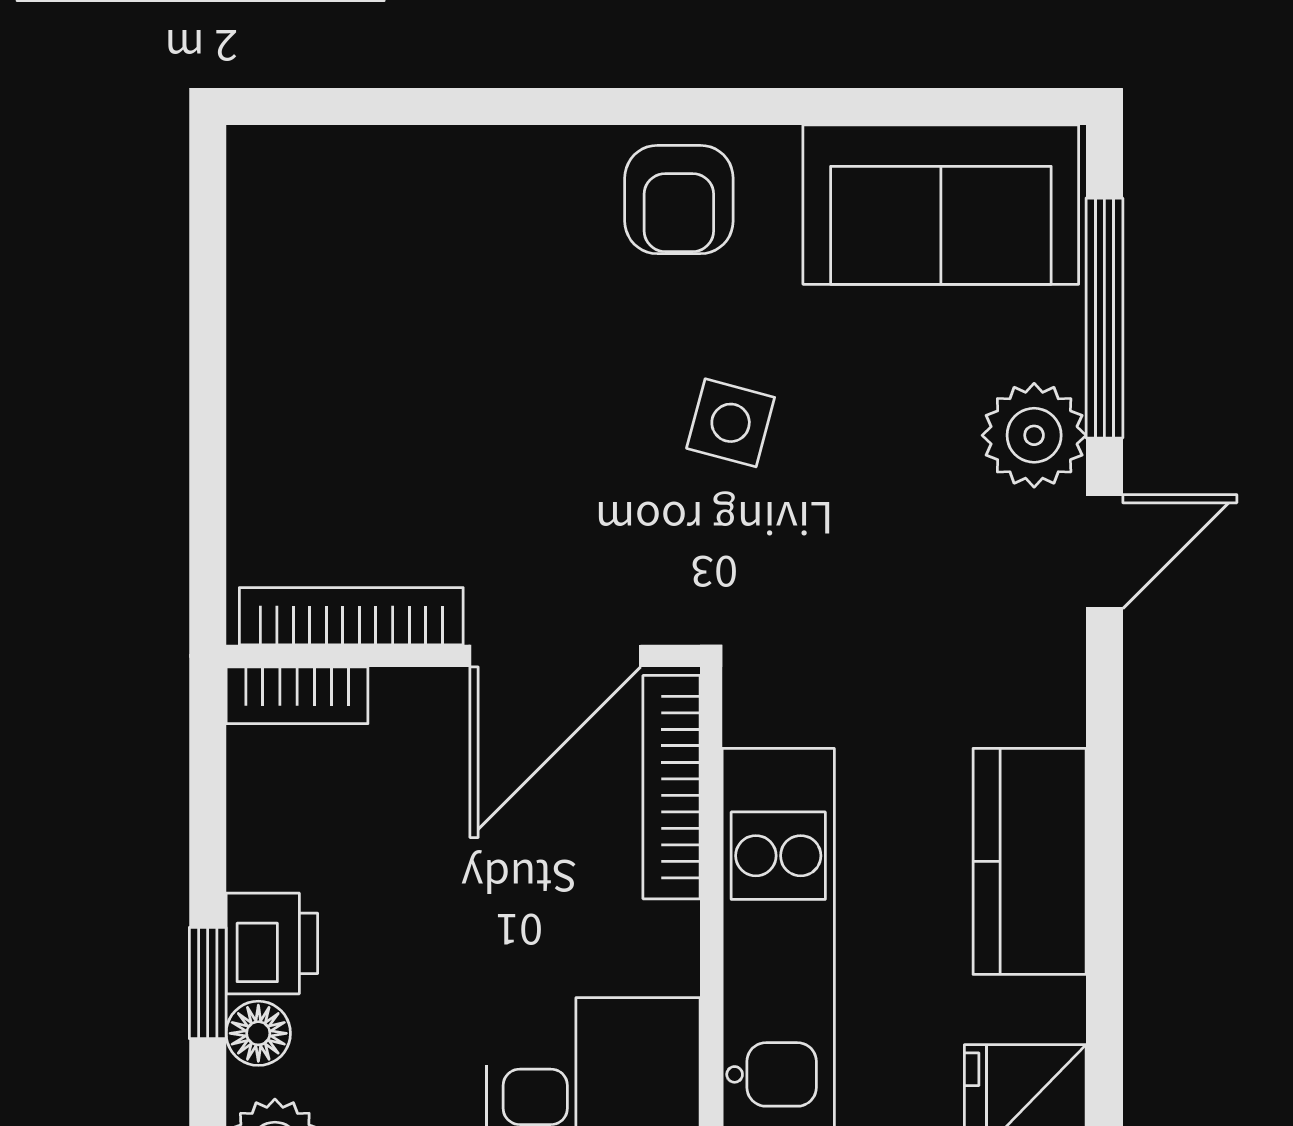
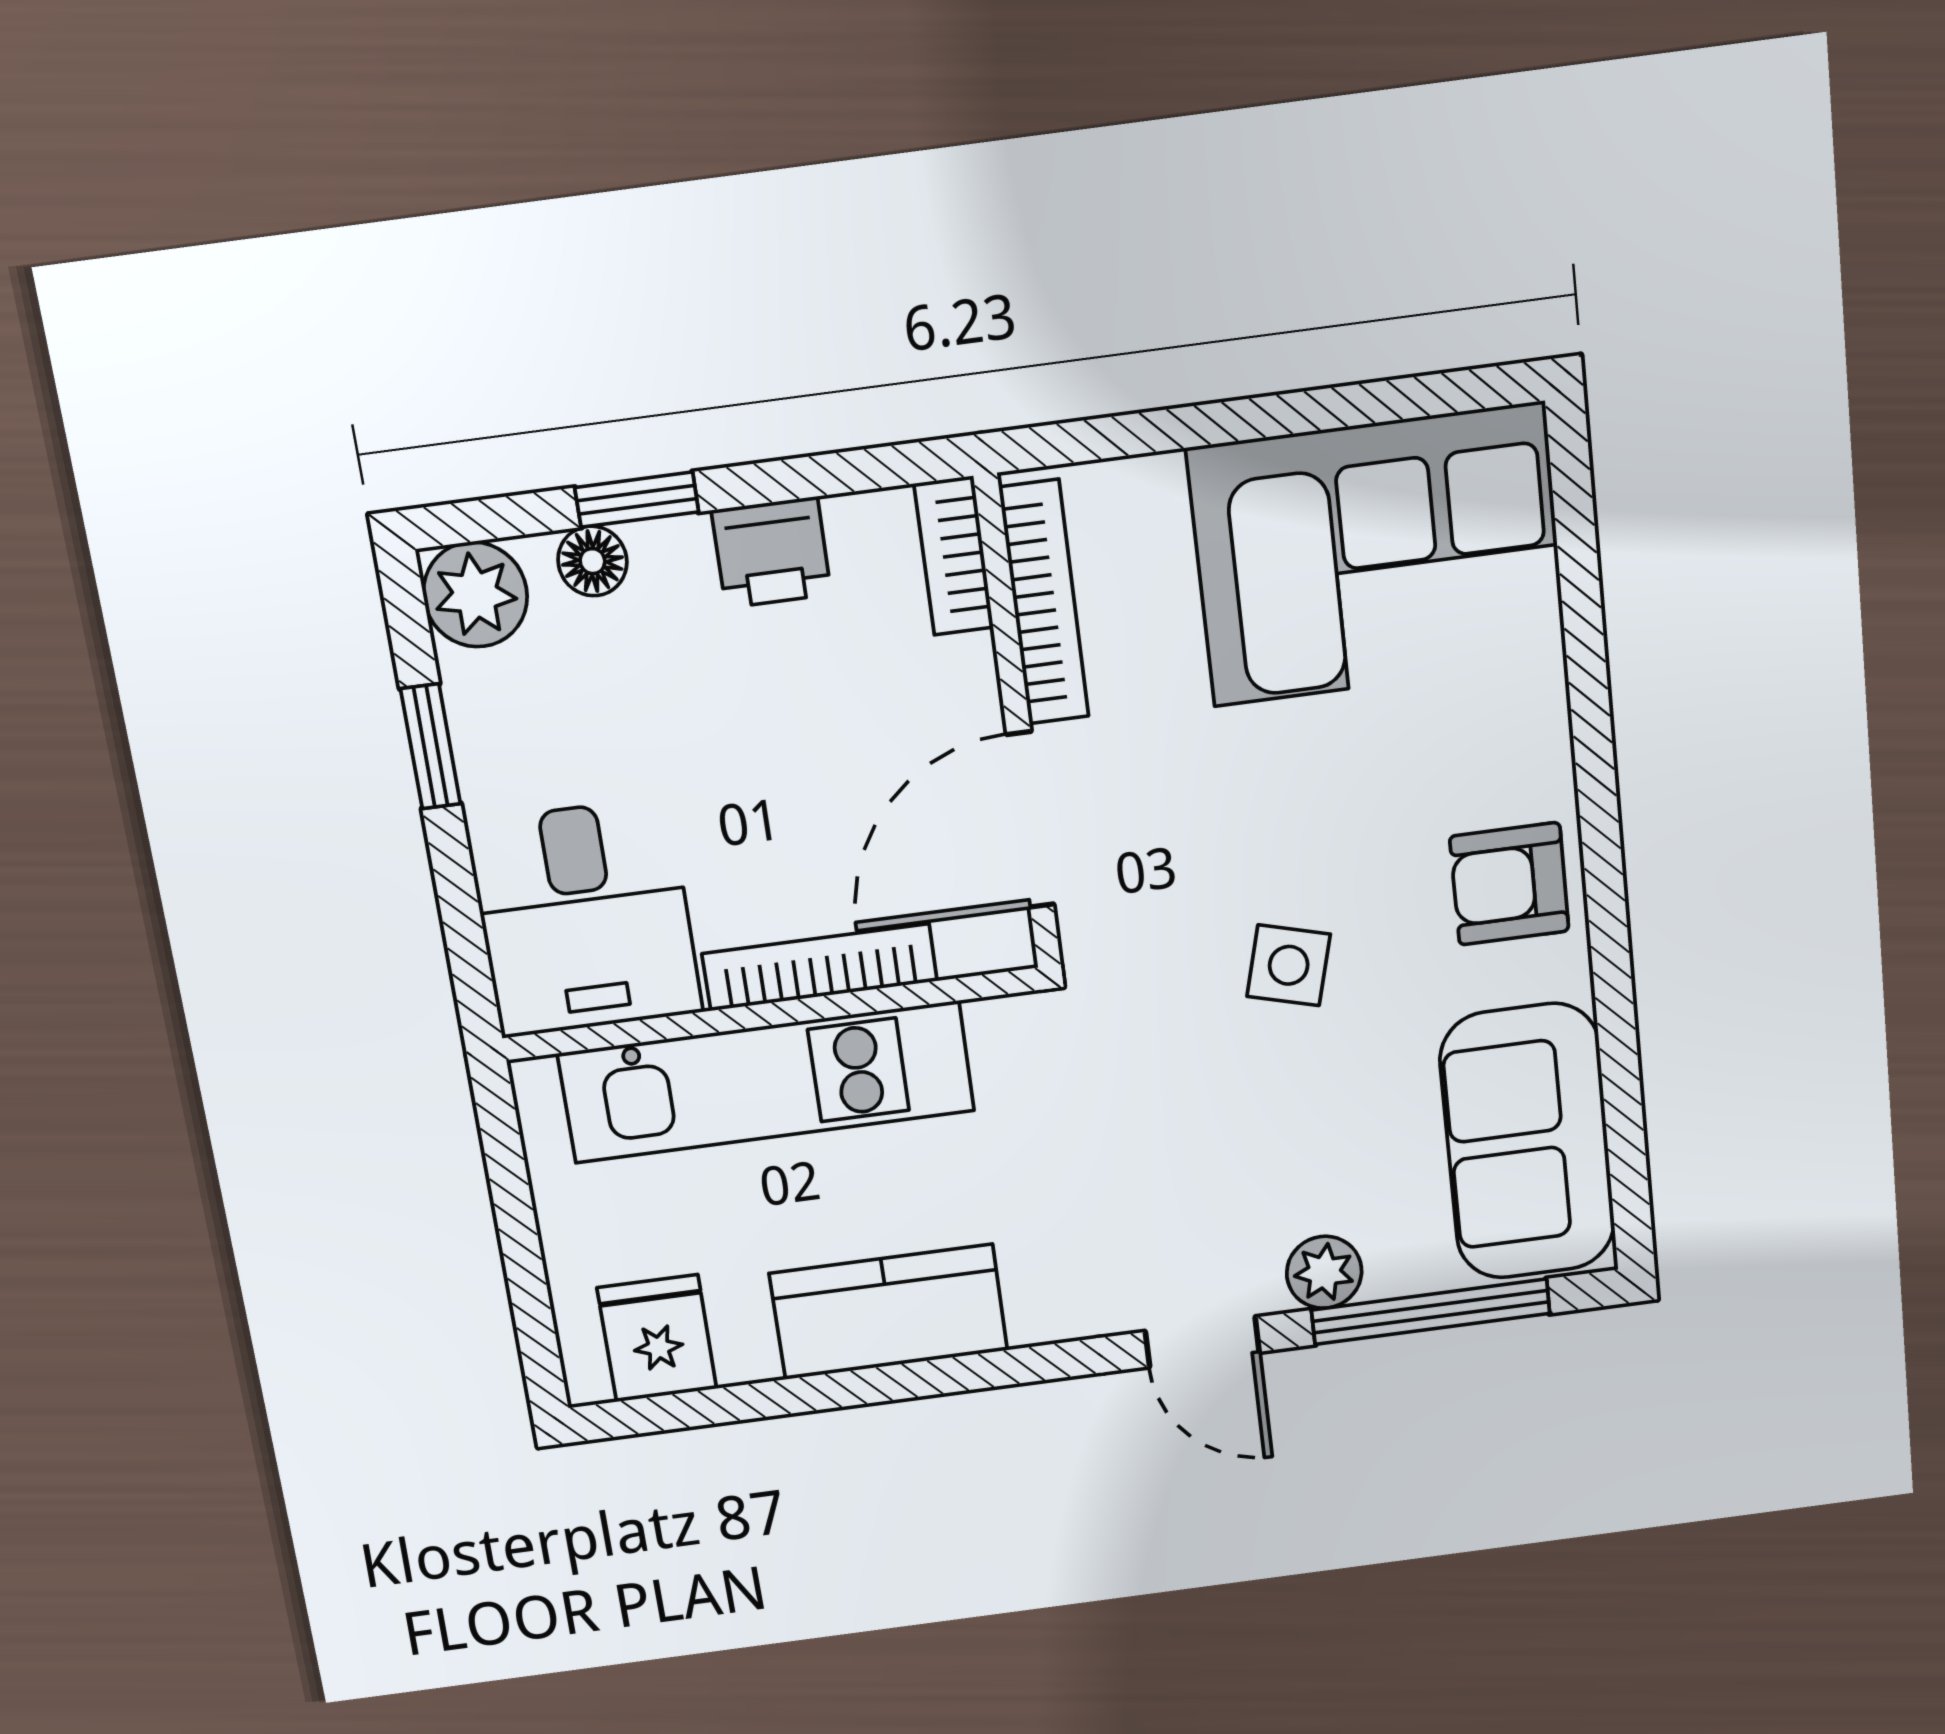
corner sofa: (348, 296) -> (1378, 555), added
plant: (1034, 435) -> (1324, 1272), width x0.73, depth x0.73
door: (555, 656) -> (1030, 820), hinge flipped
bookcase: (672, 787) -> (820, 967), moved
printer: (272, 943) -> (771, 552), moved

